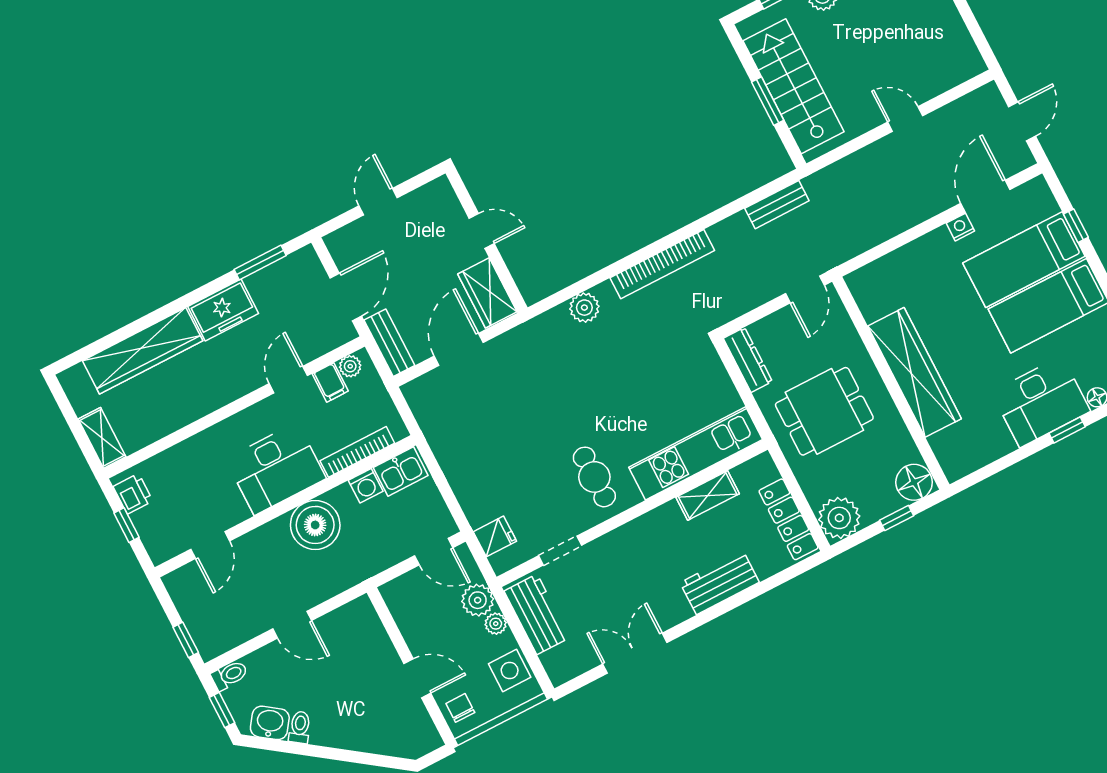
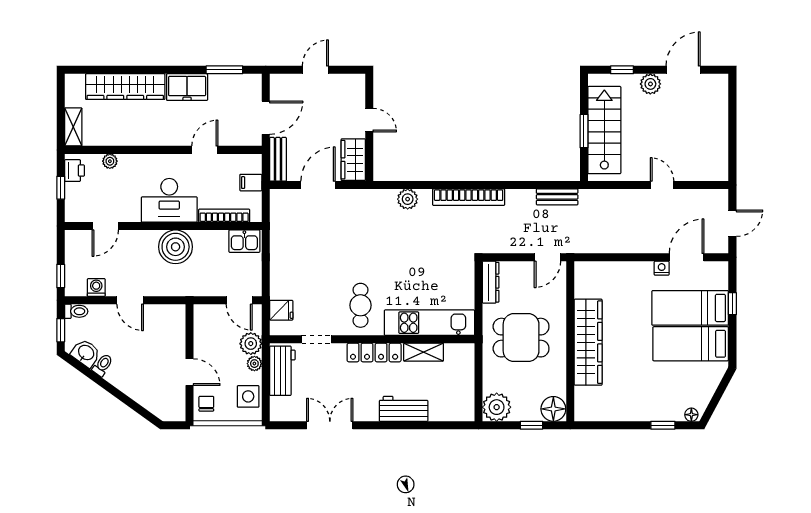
plant: (350, 366) -> (110, 161), moved
filing cabinet: (330, 382) -> (251, 183), moved, turned 90
desk: (1041, 402) -> (656, 400), removed
washing machine: (366, 486) -> (96, 287), moved, turned 180
locker: (789, 519) -> (374, 352), moved, turned -90

